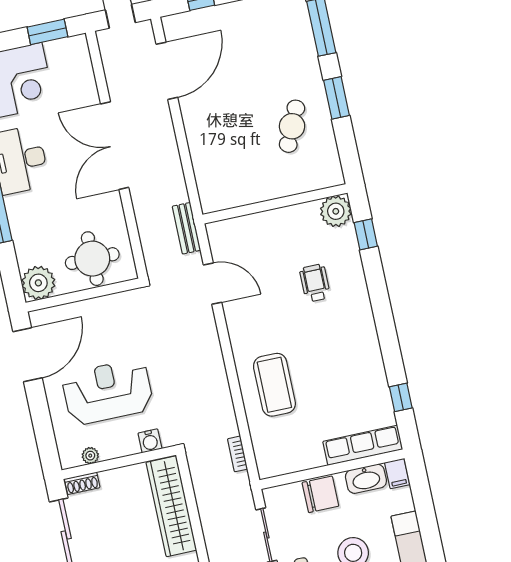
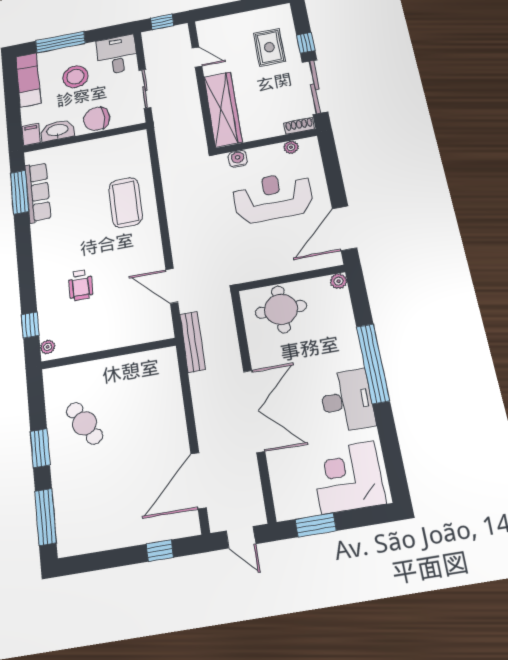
cafe table: (292, 126) -> (85, 423), turned -54
plant: (336, 211) -> (48, 347), width x0.53, depth x0.53
bench: (186, 228) -> (193, 342), width x1.36
plant: (38, 283) -> (338, 281), width x0.53, depth x0.53
reception desk: (108, 392) -> (273, 197), turned 180
window: (401, 397) -> (20, 192), width x2.17
row of seats: (363, 445) -> (38, 192), moved, turned -90
bookcase: (238, 454) -> (163, 149), removed

